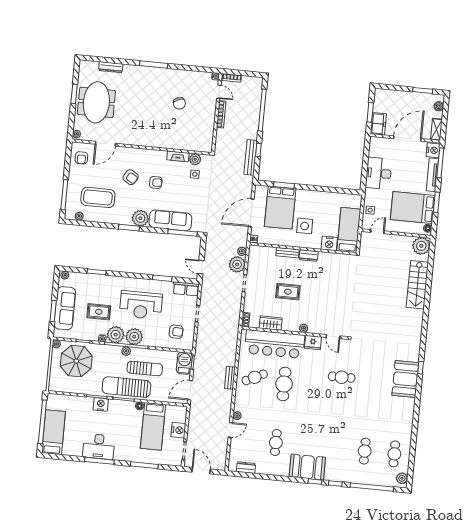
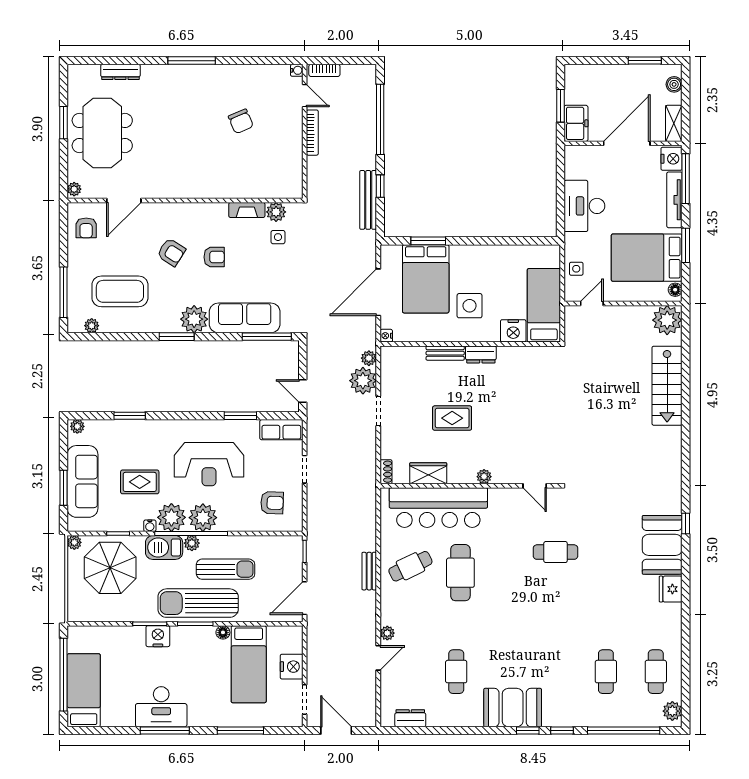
fridge: (313, 343) -> (671, 589), moved, turned 90
barbecue: (184, 363) -> (164, 547), moved, turned -90

